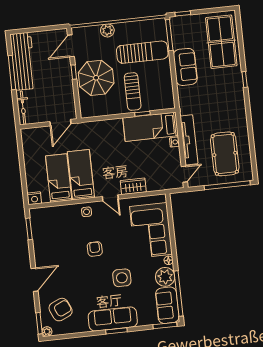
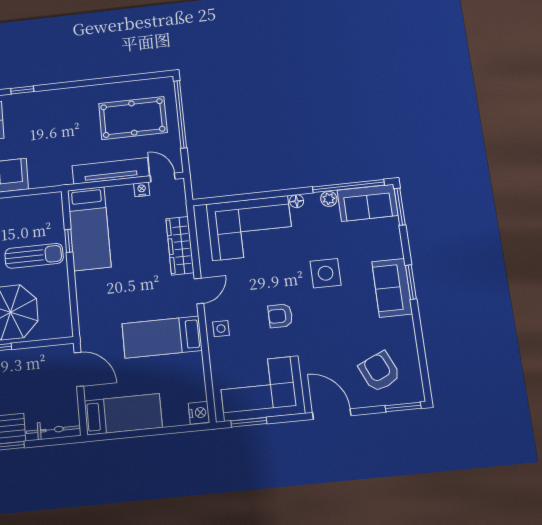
nightstand: (174, 142) -> (142, 189), moved
bed: (59, 178) -> (123, 414), moved, turned 180
wardrobe: (133, 186) -> (180, 246), width x1.50
corner sofa: (50, 237) -> (261, 389), added
plant: (165, 277) -> (329, 199), width x0.53, depth x0.53
sofa: (113, 319) -> (392, 288), width x0.73
plant: (47, 332) -> (416, 394), removed

